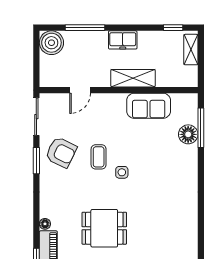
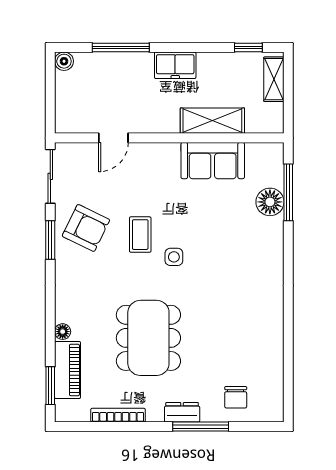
boiler: (51, 43) -> (64, 61), width x0.54, depth x0.54
shelving: (133, 78) -> (212, 121), moved
dining table: (104, 228) -> (148, 338), width x1.38

